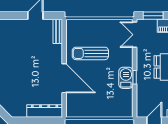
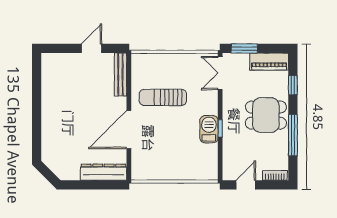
bench: (58, 31) -> (120, 75), width x1.36
door: (64, 78) -> (129, 130), swing flipped

